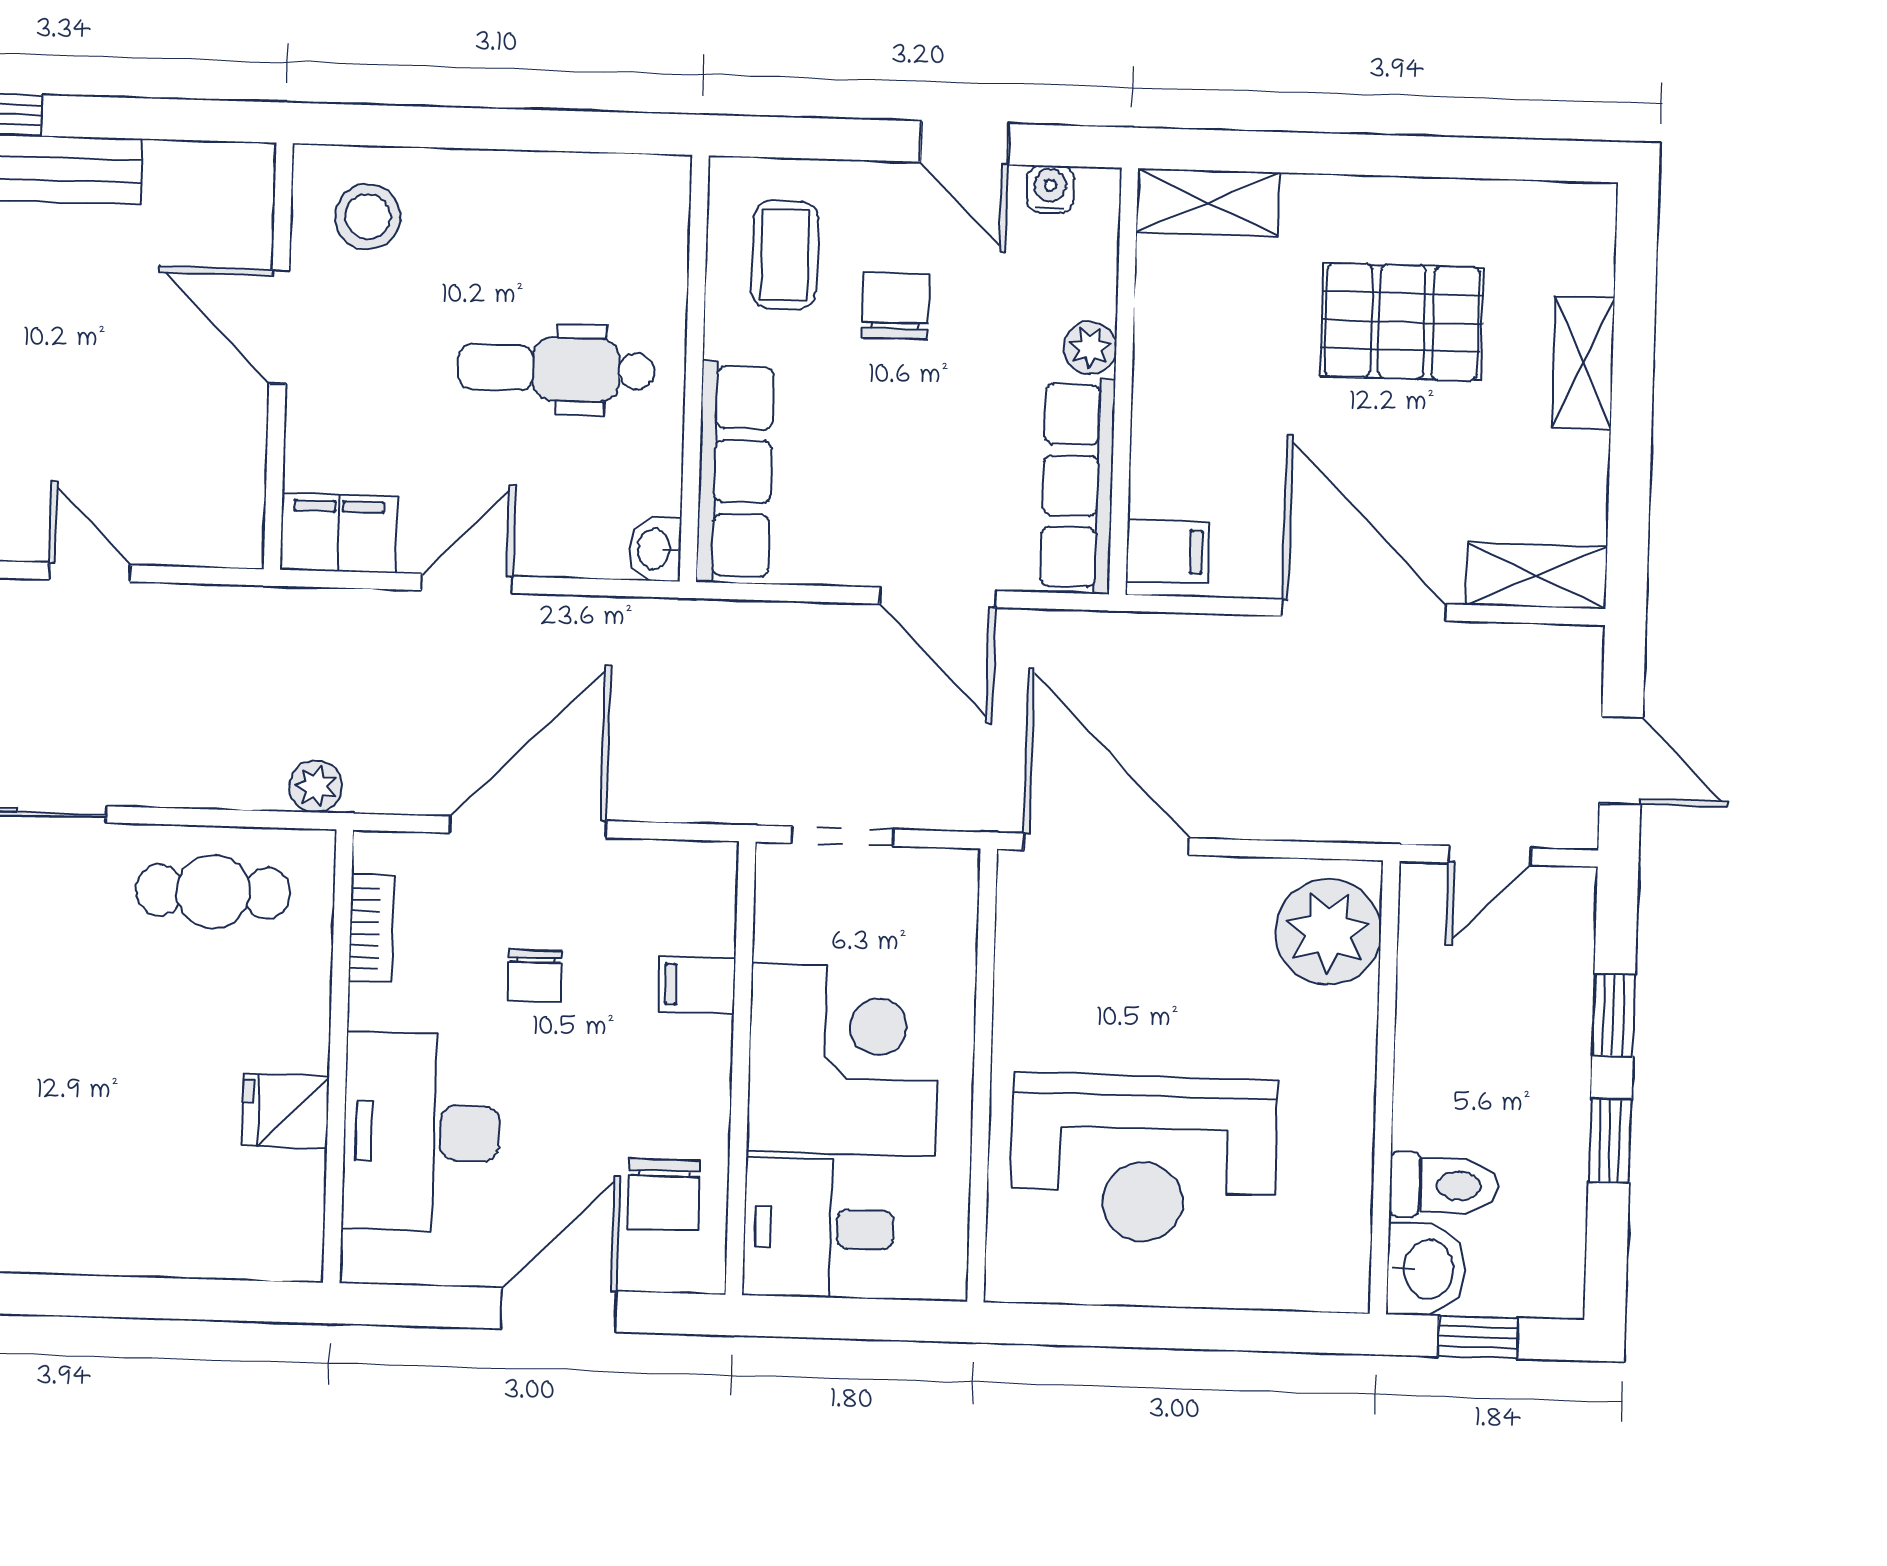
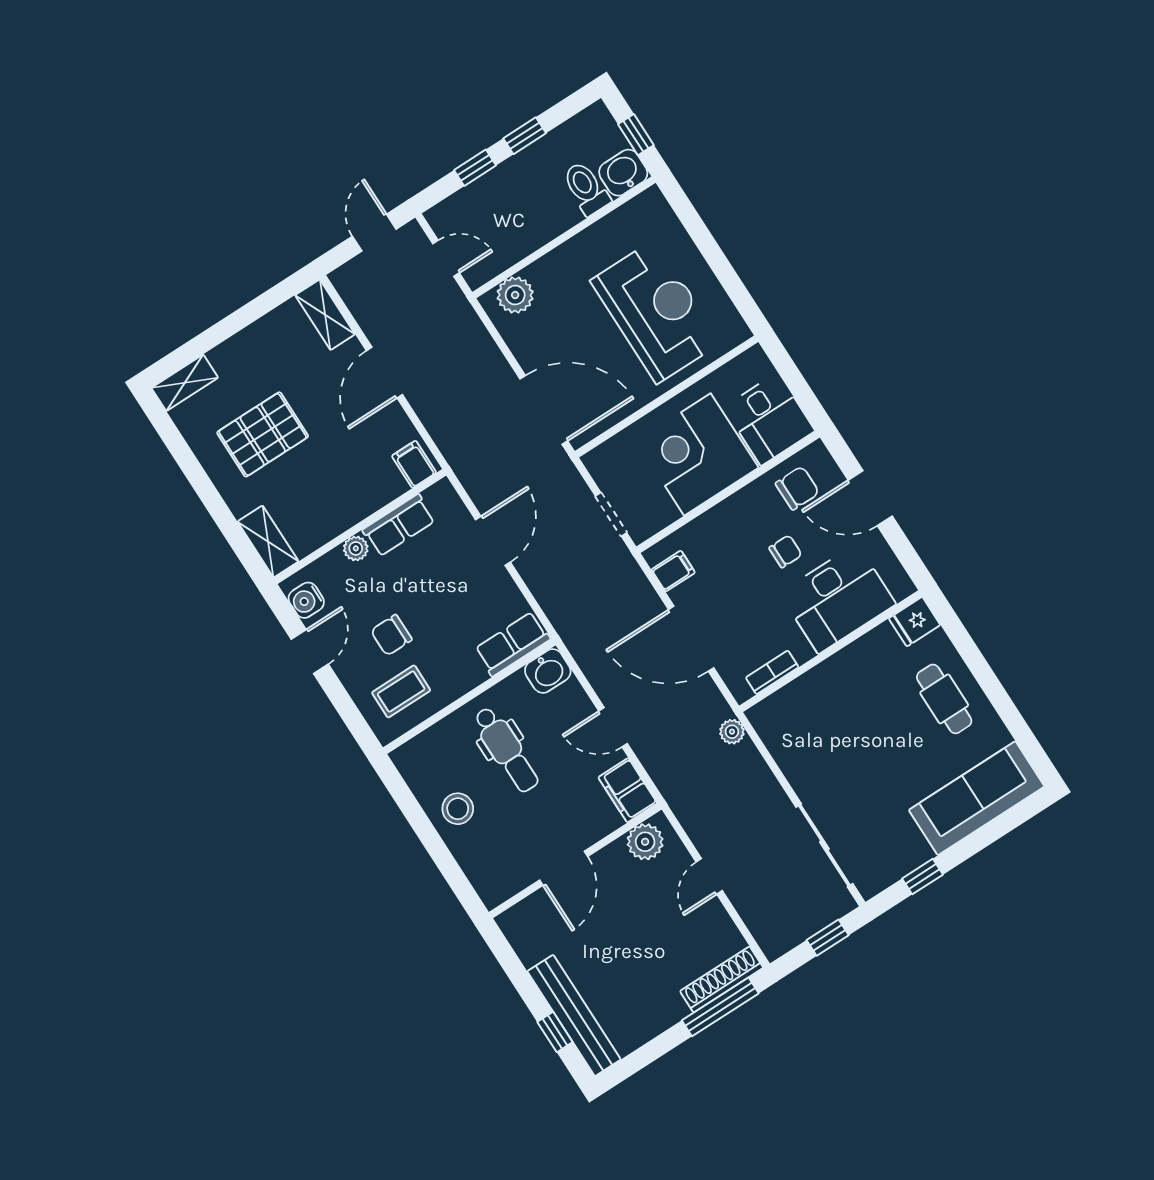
water cooler: (1050, 189) -> (306, 600), width x1.38, depth x1.38
stool: (368, 217) -> (458, 809), moved
pallet: (1402, 322) -> (263, 434), turned 90
shelving: (1583, 363) -> (185, 383), moved
row of seats: (735, 471) -> (512, 644), width x0.68
row of seats: (1078, 486) -> (399, 525), width x0.68
plant: (227, 502) -> (645, 842), added
washbasin: (655, 549) -> (548, 671), width x1.38, depth x1.45
door: (1364, 610) -> (384, 372), width x0.73
door: (1106, 844) -> (544, 410), swing flipped
cafe table: (213, 892) -> (944, 699), moved
plant: (1328, 932) -> (515, 295), width x0.73, depth x0.73
chair: (535, 976) -> (785, 551), moved
filing cabinet: (697, 985) -> (673, 571), moved, turned -90
fridge: (286, 1111) -> (915, 622), moved, turned 90

